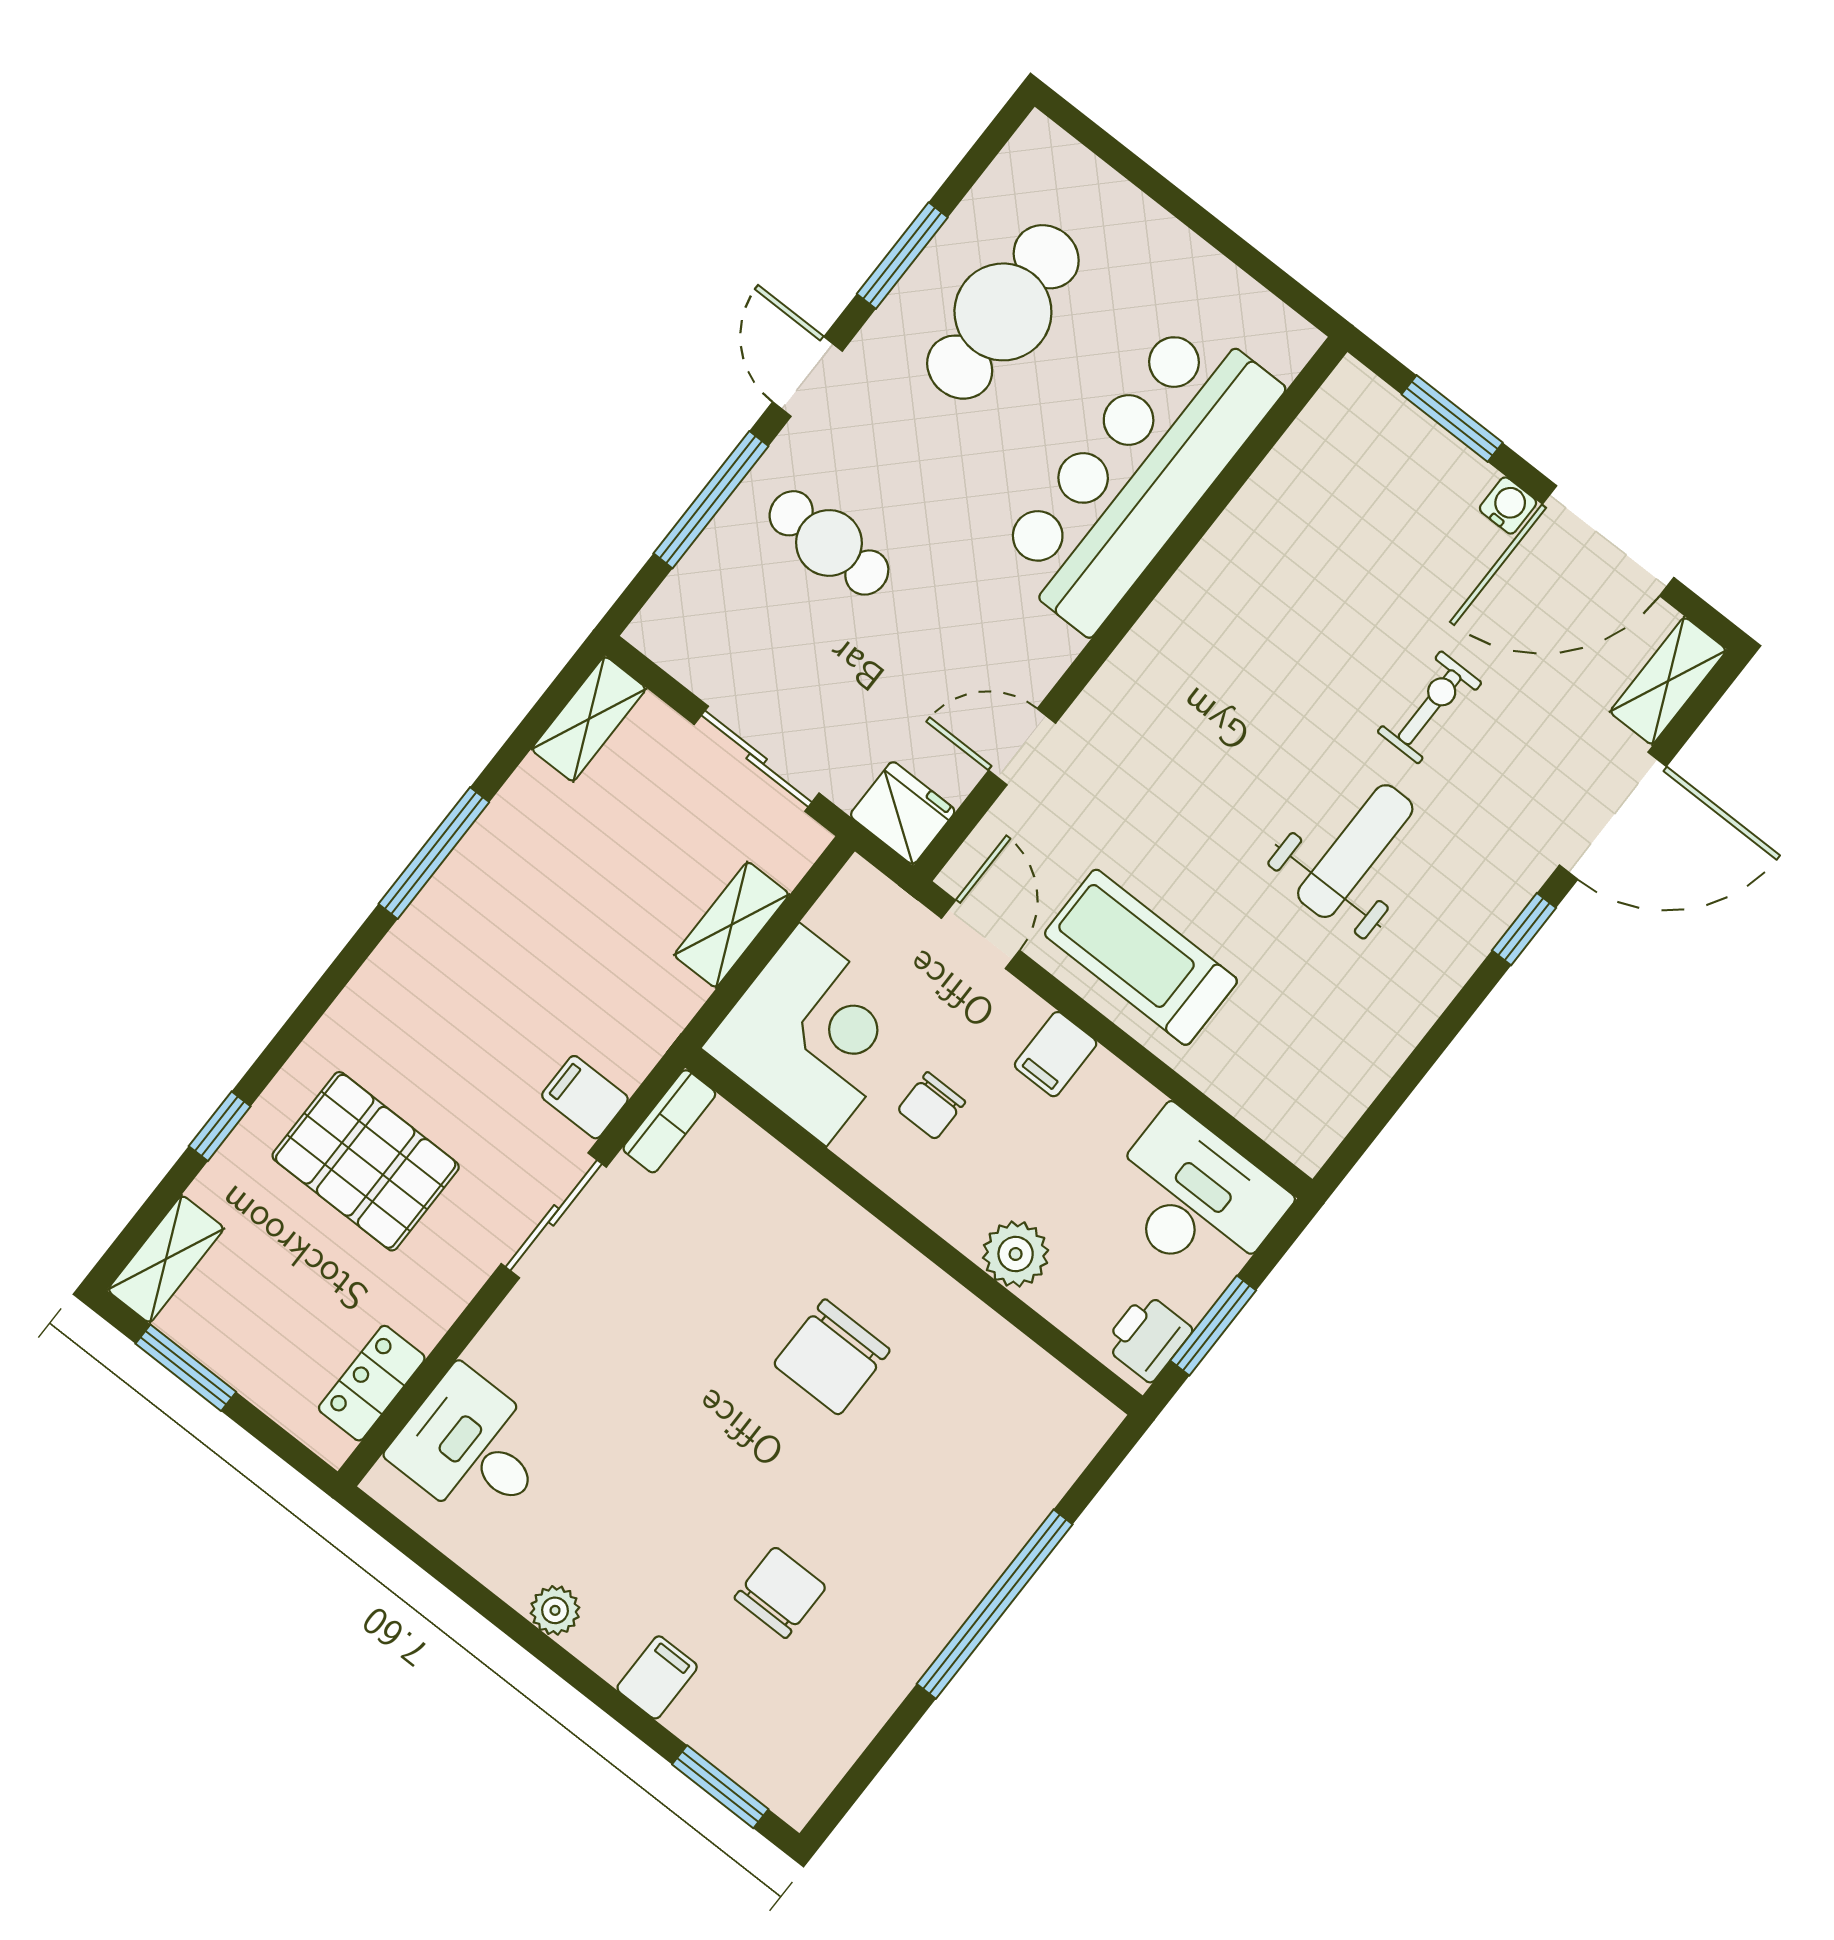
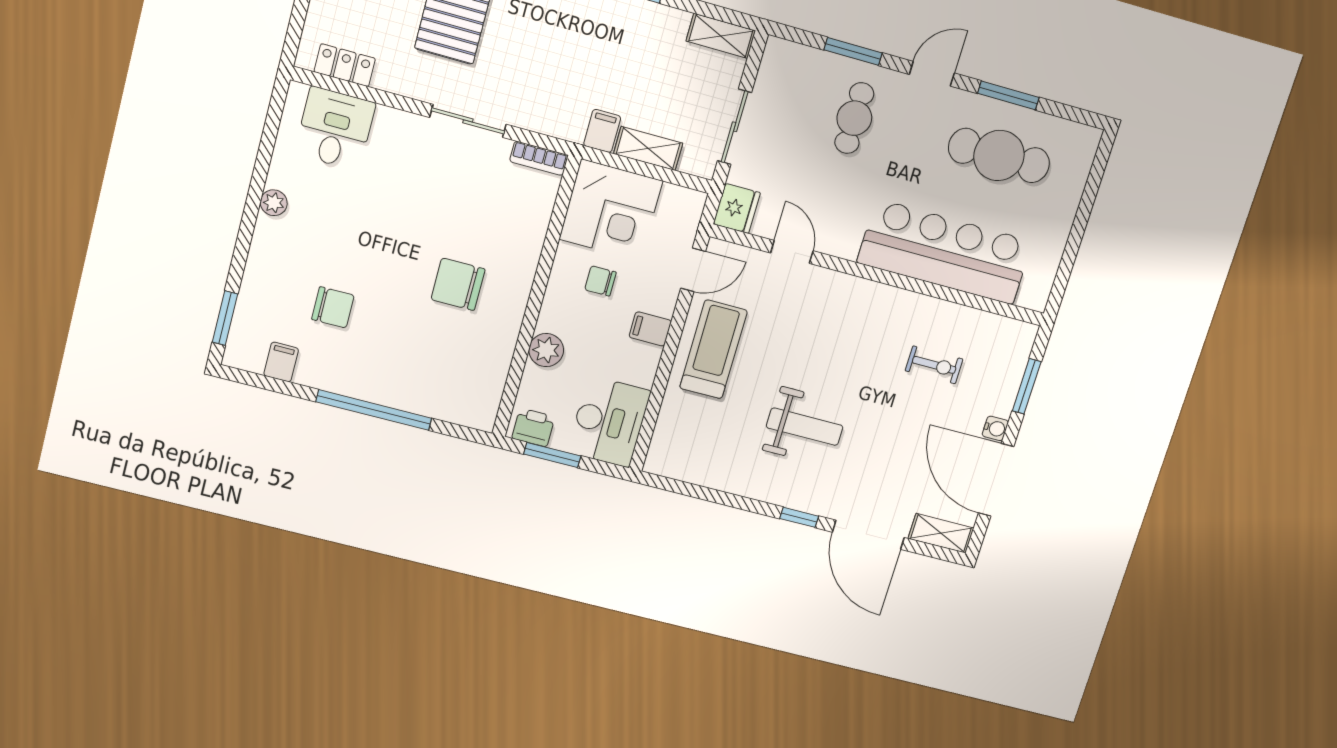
window: (711, 500) -> (853, 51), width x0.69
exercise bike: (1430, 707) -> (934, 365), moved
filing cabinet: (585, 1097) -> (602, 131), moved
filing cabinet: (657, 1677) -> (281, 362), moved, turned -90

